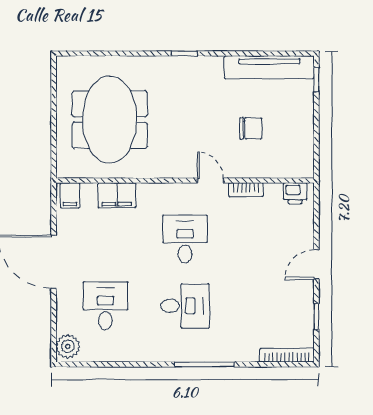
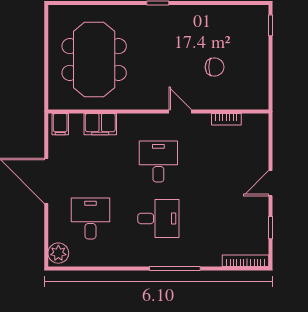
tv unit: (269, 67) -> (230, 15), removed
bookcase: (246, 190) -> (226, 119), moved
printer: (295, 193) -> (252, 122), removed

